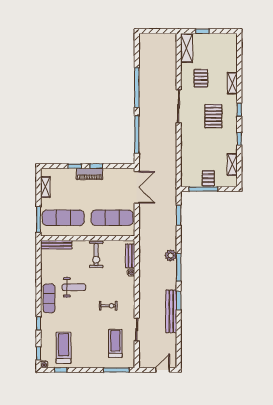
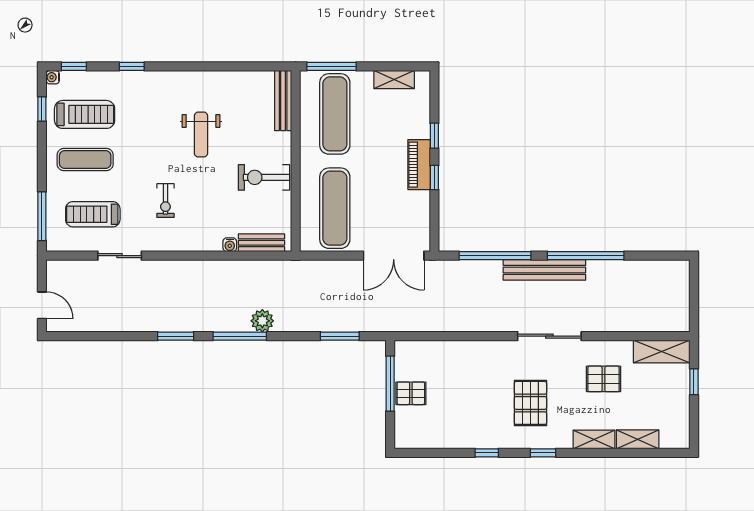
pallet: (213, 116) -> (530, 403), turned 90
shelving: (232, 165) -> (638, 439), moved
exercise mat: (49, 298) -> (85, 160), moved
bench: (171, 311) -> (544, 270), moved
treadmill: (115, 343) -> (93, 214), turned 180

